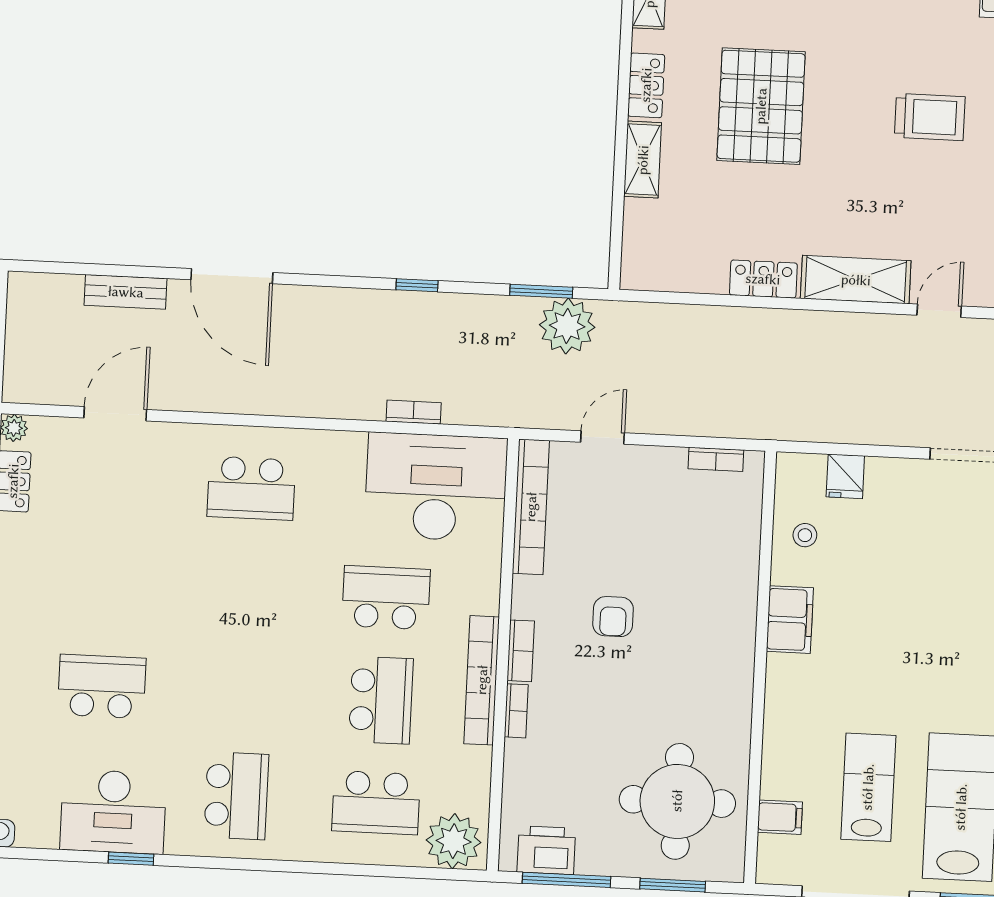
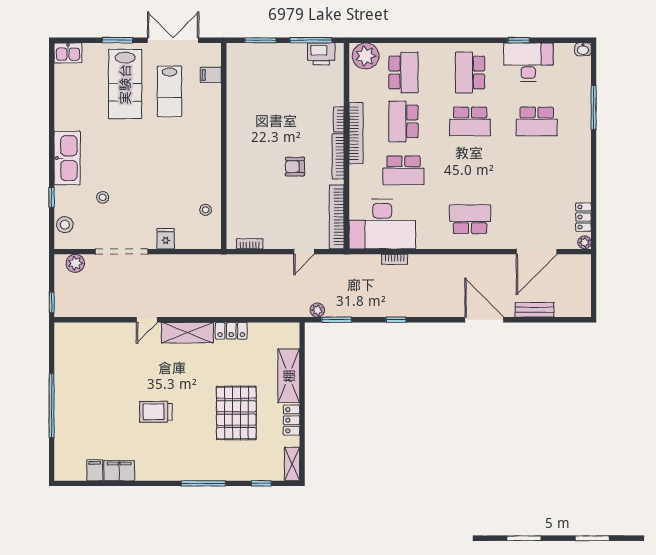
shelving: (643, 160) -> (289, 376), width x1.50, depth x1.33
plant: (567, 326) -> (317, 310), width x0.53, depth x0.53
door: (115, 414) -> (537, 252), width x1.36
fridge: (845, 476) -> (166, 239), moved
armchair: (613, 617) -> (295, 167), turned -90
filing cabinet: (790, 620) -> (211, 169), removed
bookcase: (521, 651) -> (338, 156), width x1.56
school desk: (241, 693) -> (470, 121), added
round table: (677, 801) -> (260, 80), removed
school desk: (376, 803) -> (403, 73), turned 90

